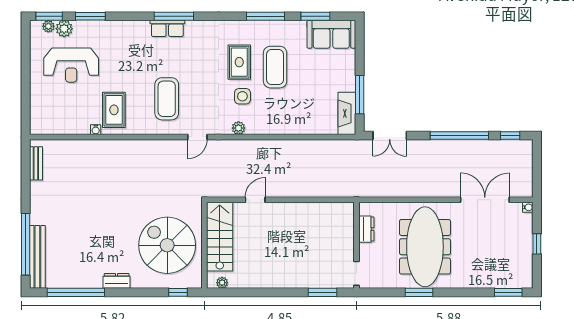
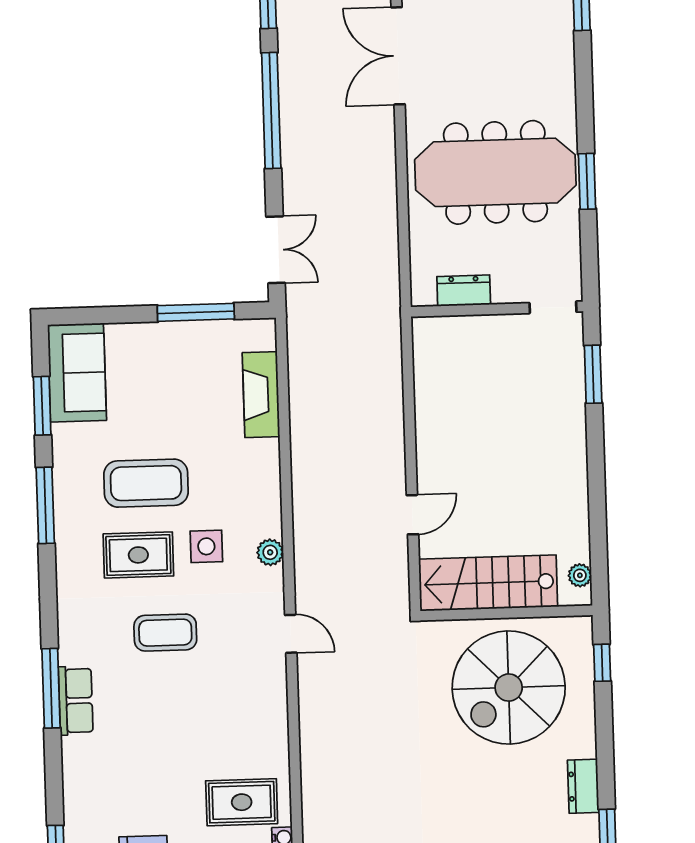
coffee table: (167, 99) -> (165, 633), moved, width x0.73, depth x0.76
fireplace: (347, 113) -> (261, 395), moved, turned 90
door: (255, 200) -> (412, 515), swing flipped

